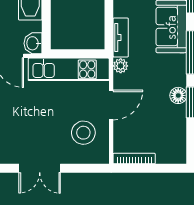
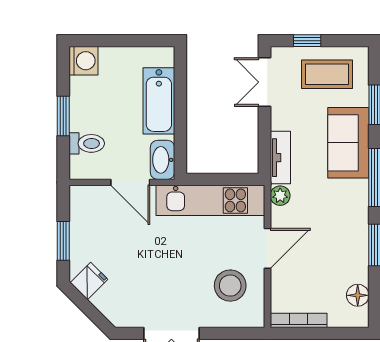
washbasin: (33, 43) -> (162, 160), width x1.38
floor lamp: (178, 95) -> (358, 295), moved

